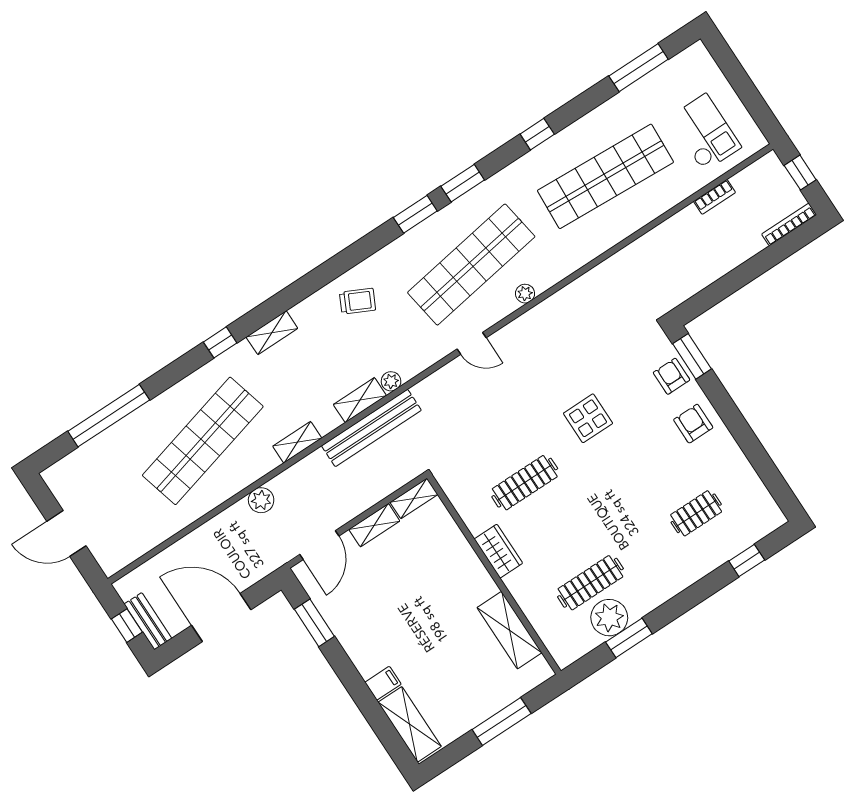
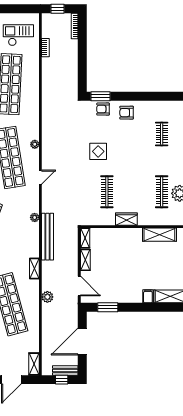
shelving: (360, 400) -> (34, 364), moved

